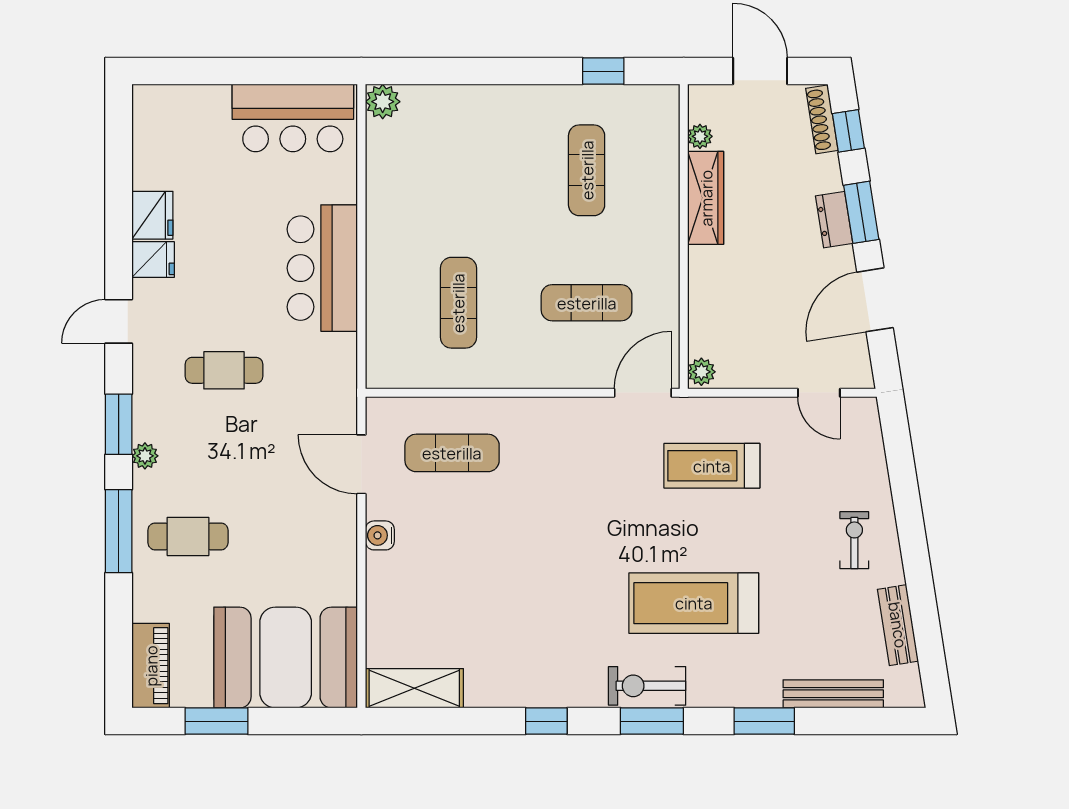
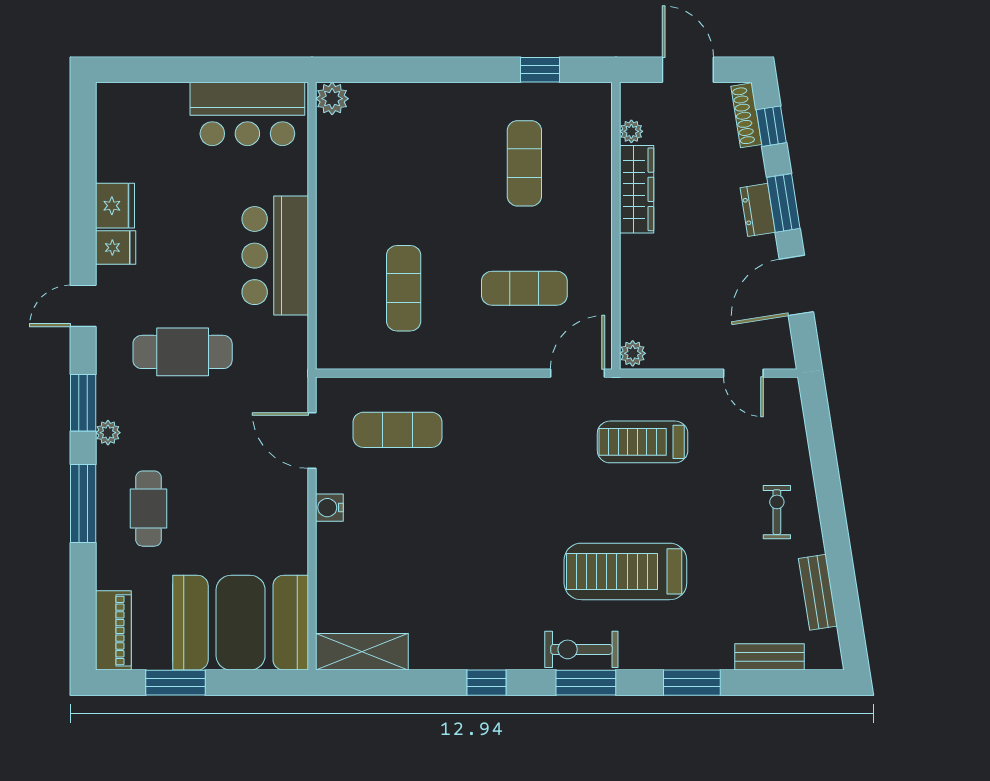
cafe table: (224, 370) -> (183, 352), width x1.37, depth x1.35
cafe table: (188, 536) -> (149, 509), turned 90
bench: (833, 694) -> (770, 657), width x0.73

